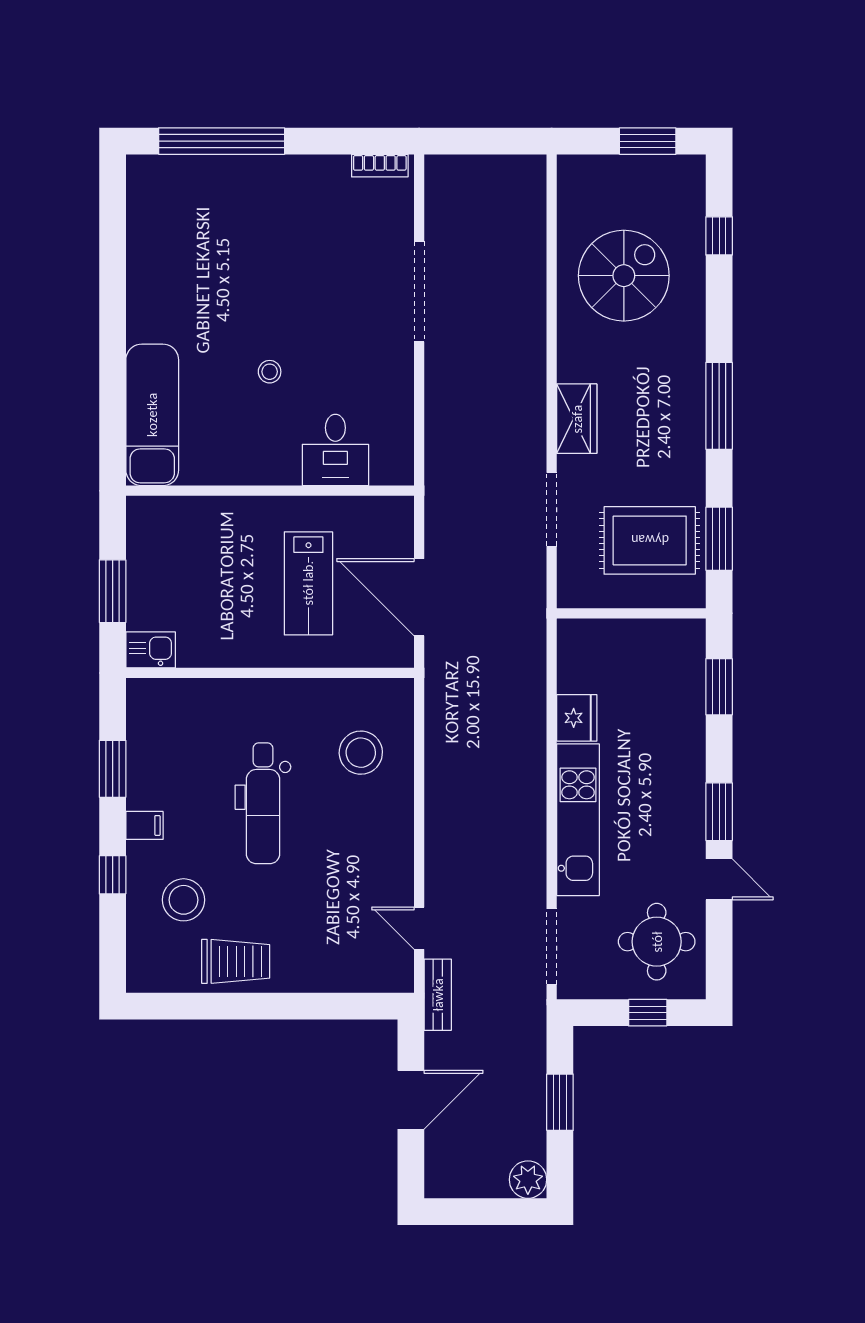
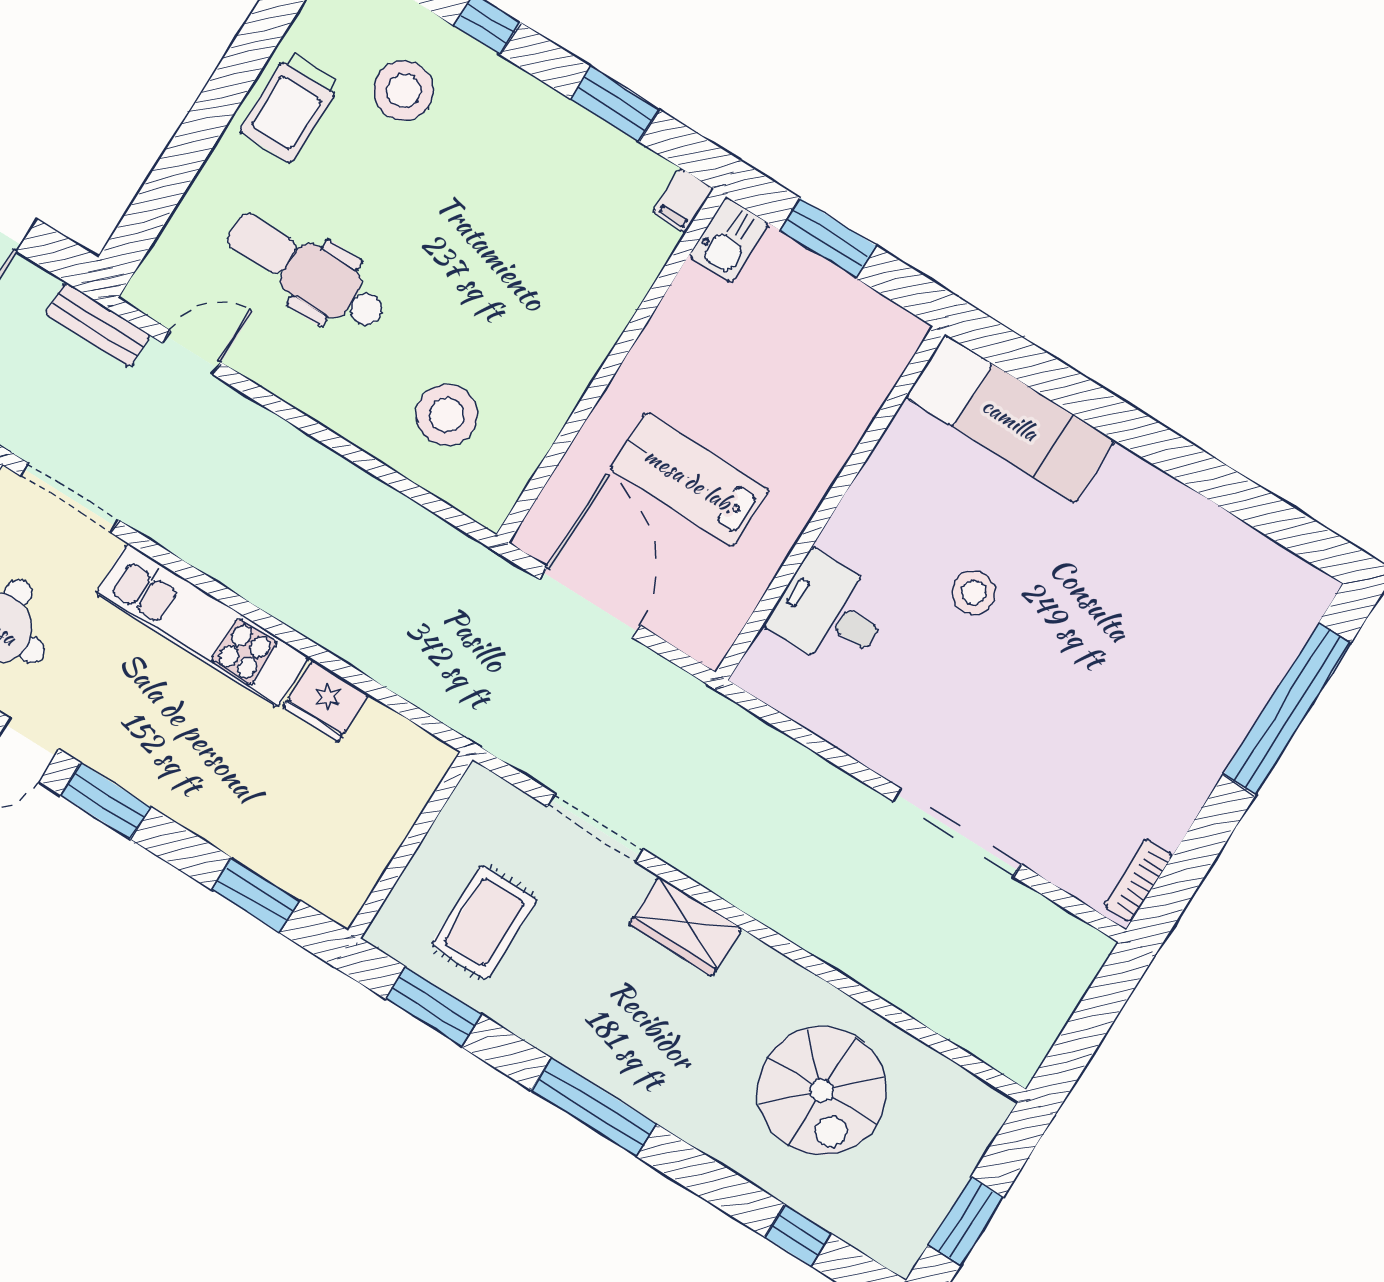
stool: (270, 372) -> (974, 592), width x1.37, depth x1.37
rug: (650, 540) -> (484, 922), width x0.73, depth x0.70
door: (419, 597) -> (590, 602), hinge flipped
dental chair: (263, 803) -> (307, 272), moved
filing cabinet: (144, 825) -> (683, 200), moved

